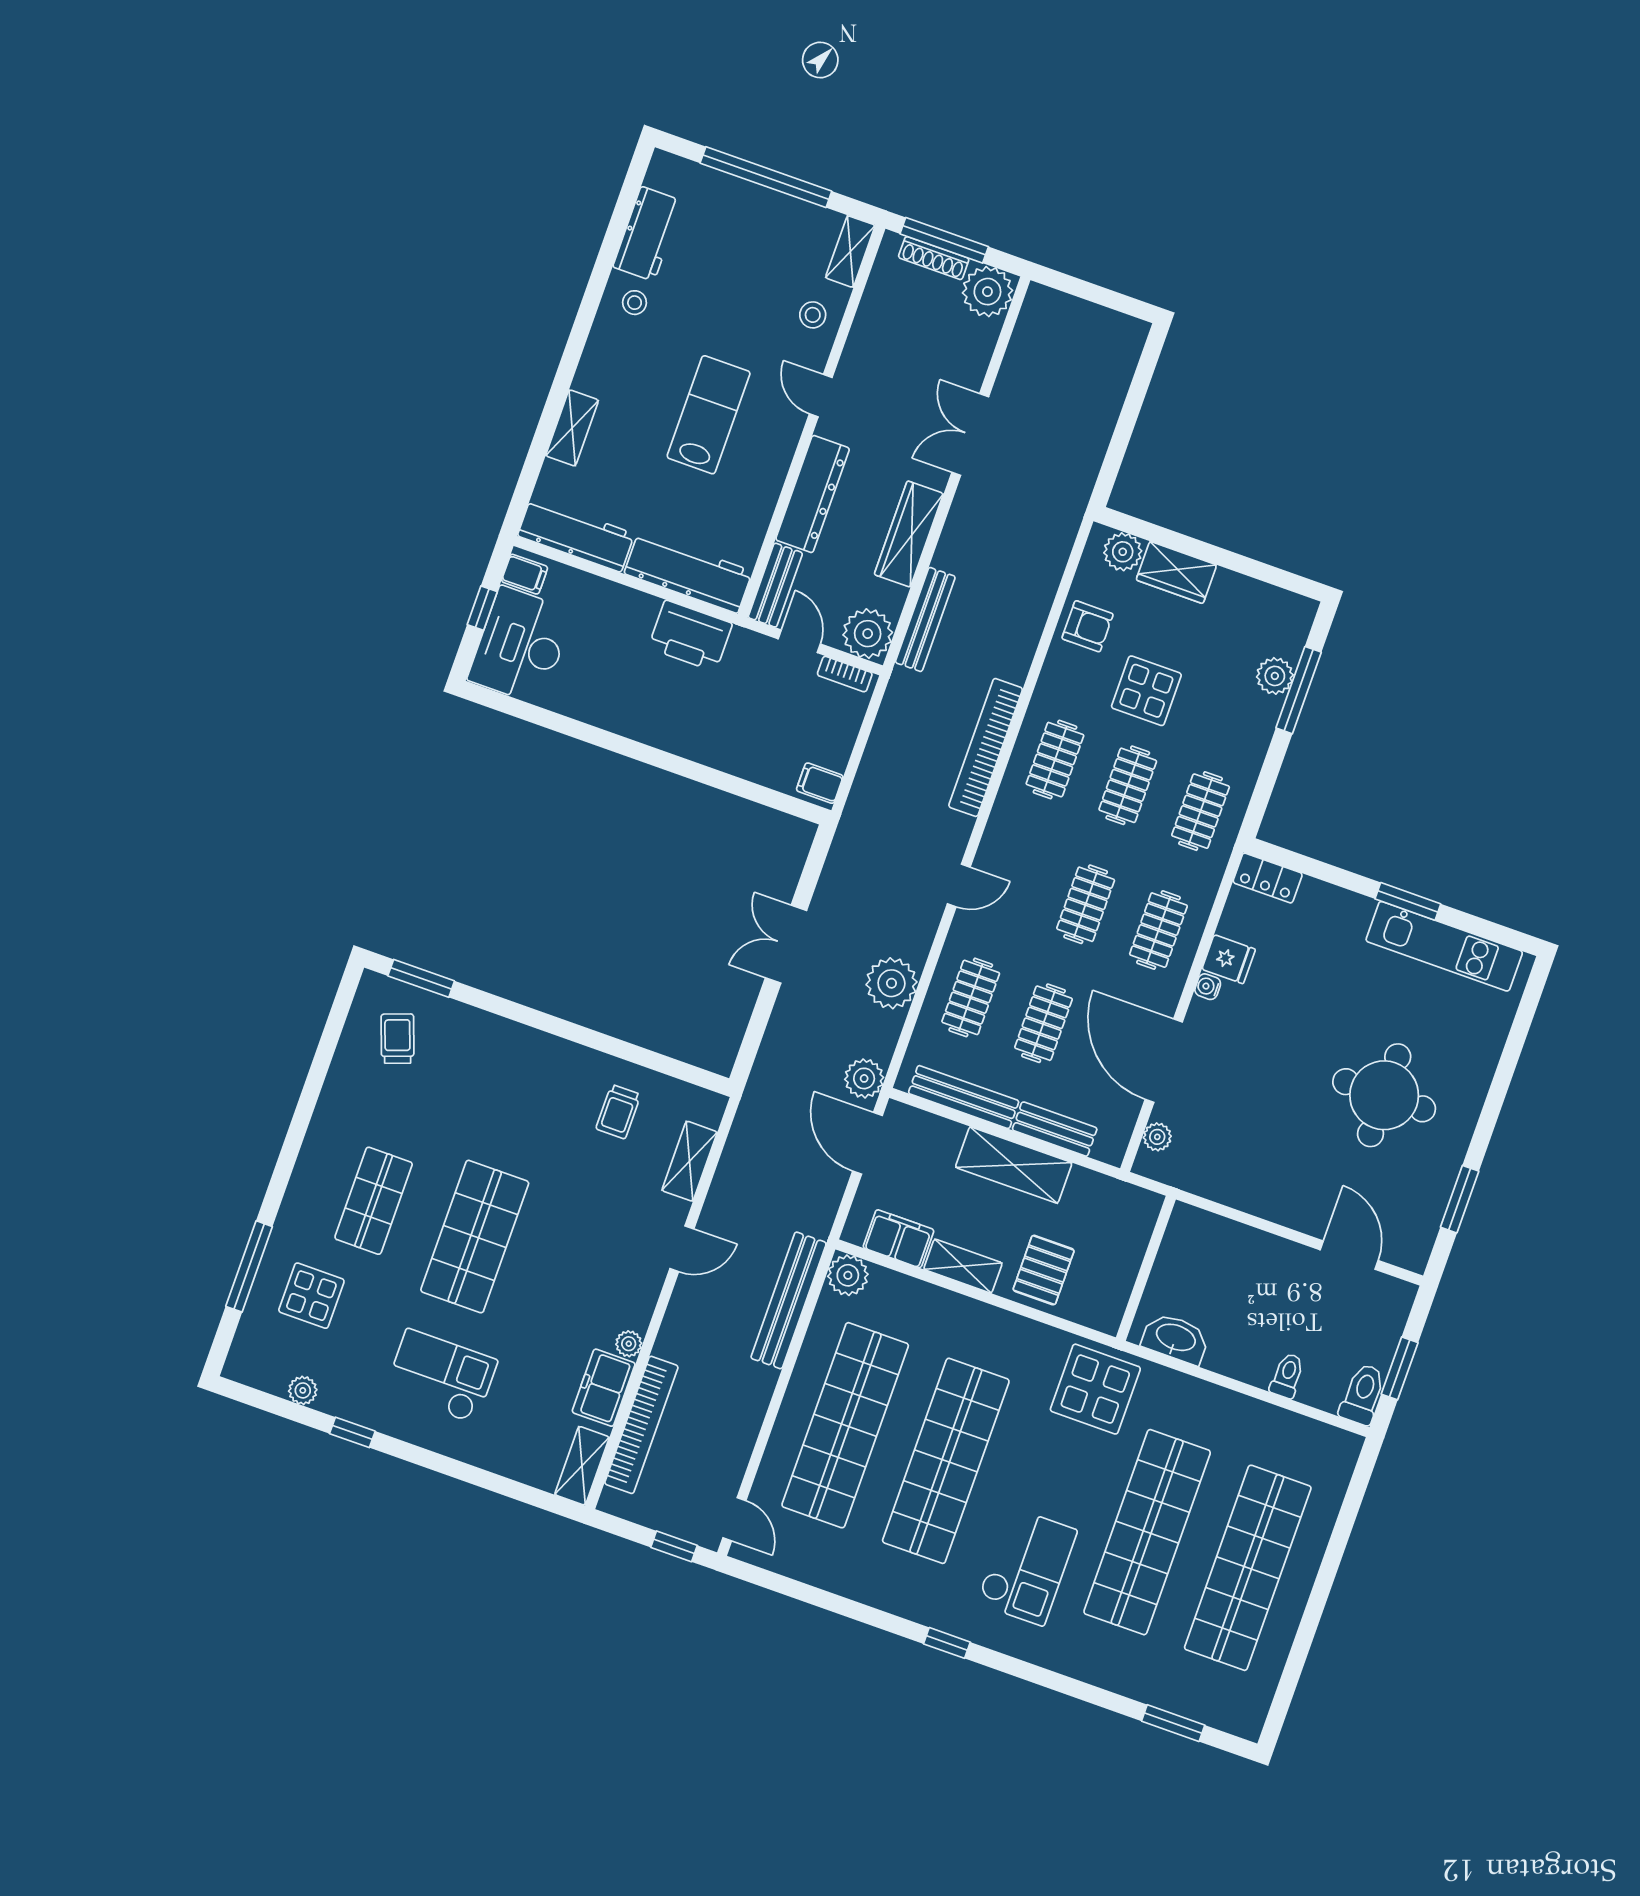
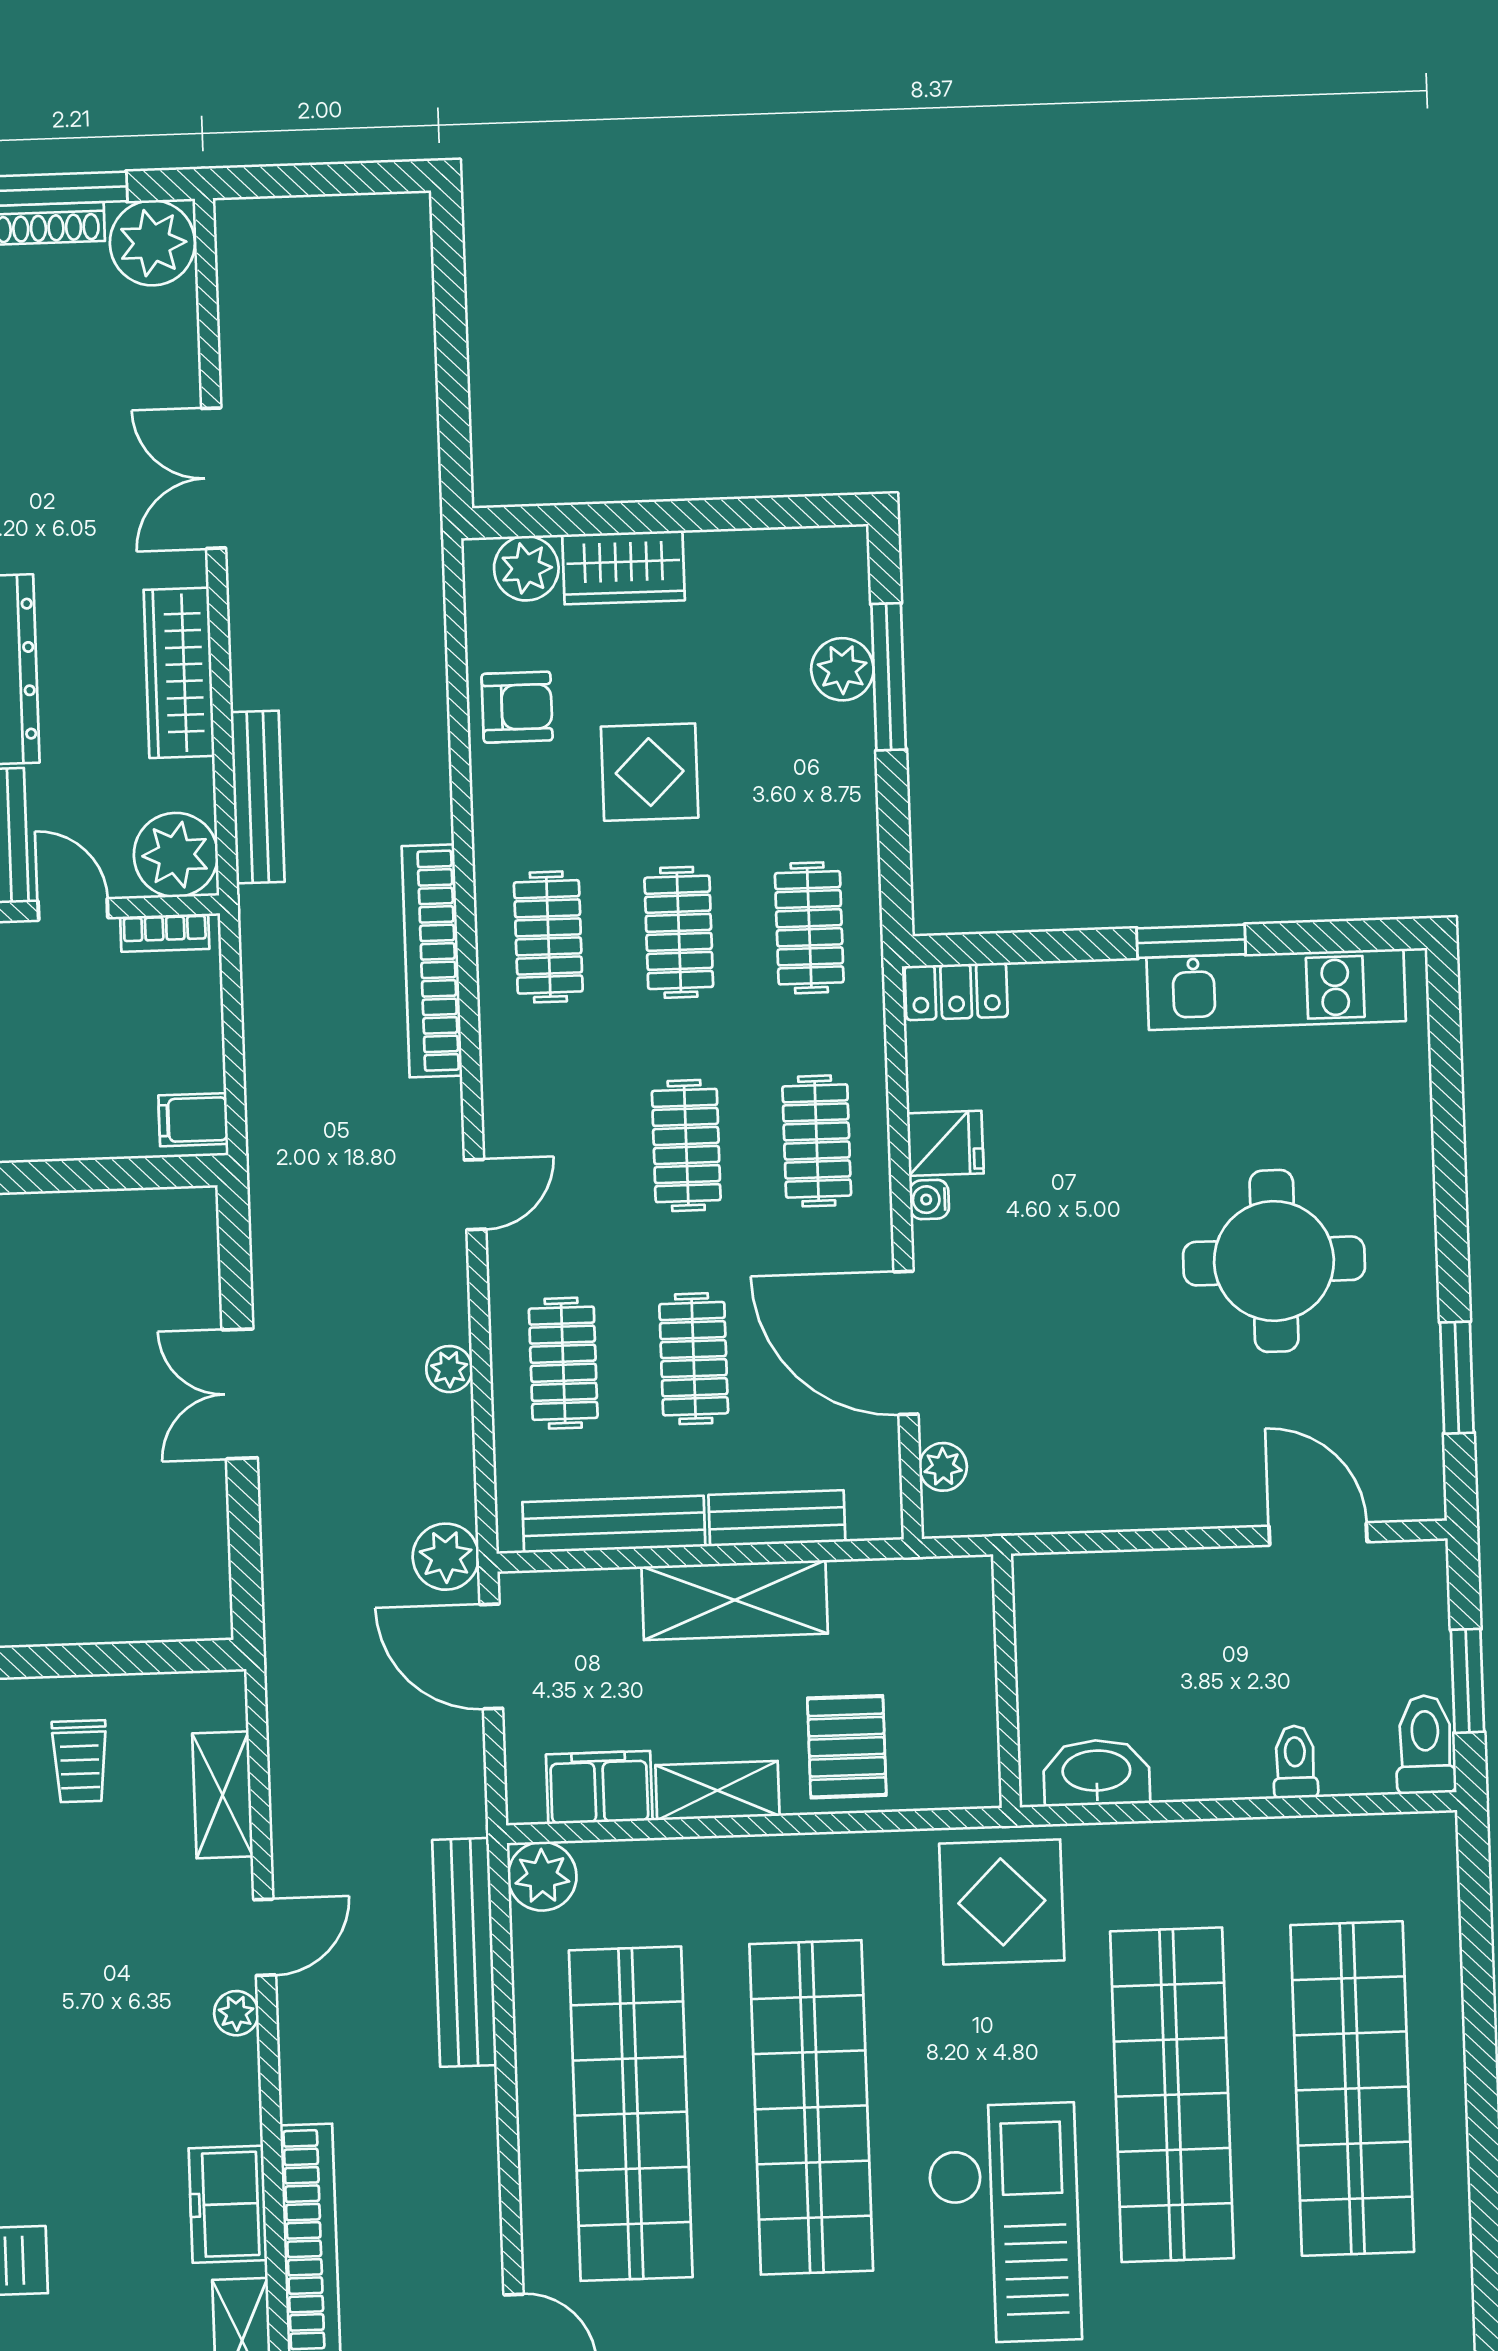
plant: (891, 983) -> (449, 1369), width x0.53, depth x0.53
plant: (629, 1344) -> (236, 2013), moved
checkout: (1027, 1566) -> (1004, 2223), width x1.36, depth x1.21

